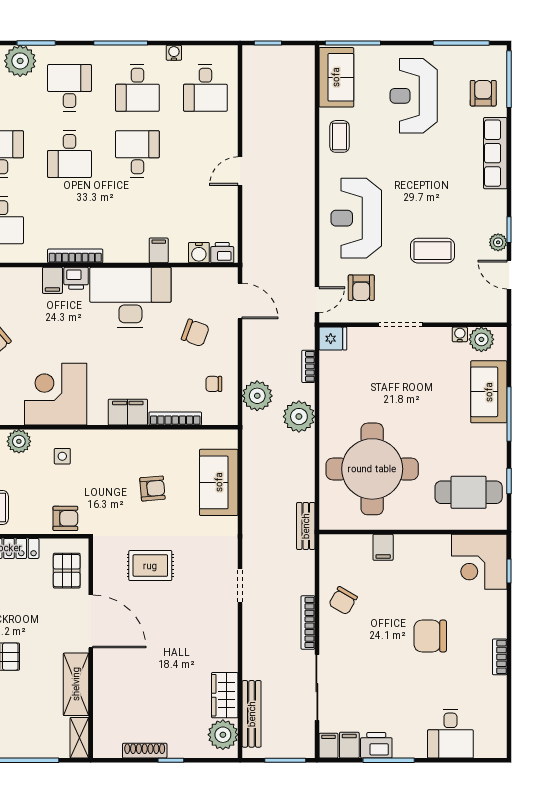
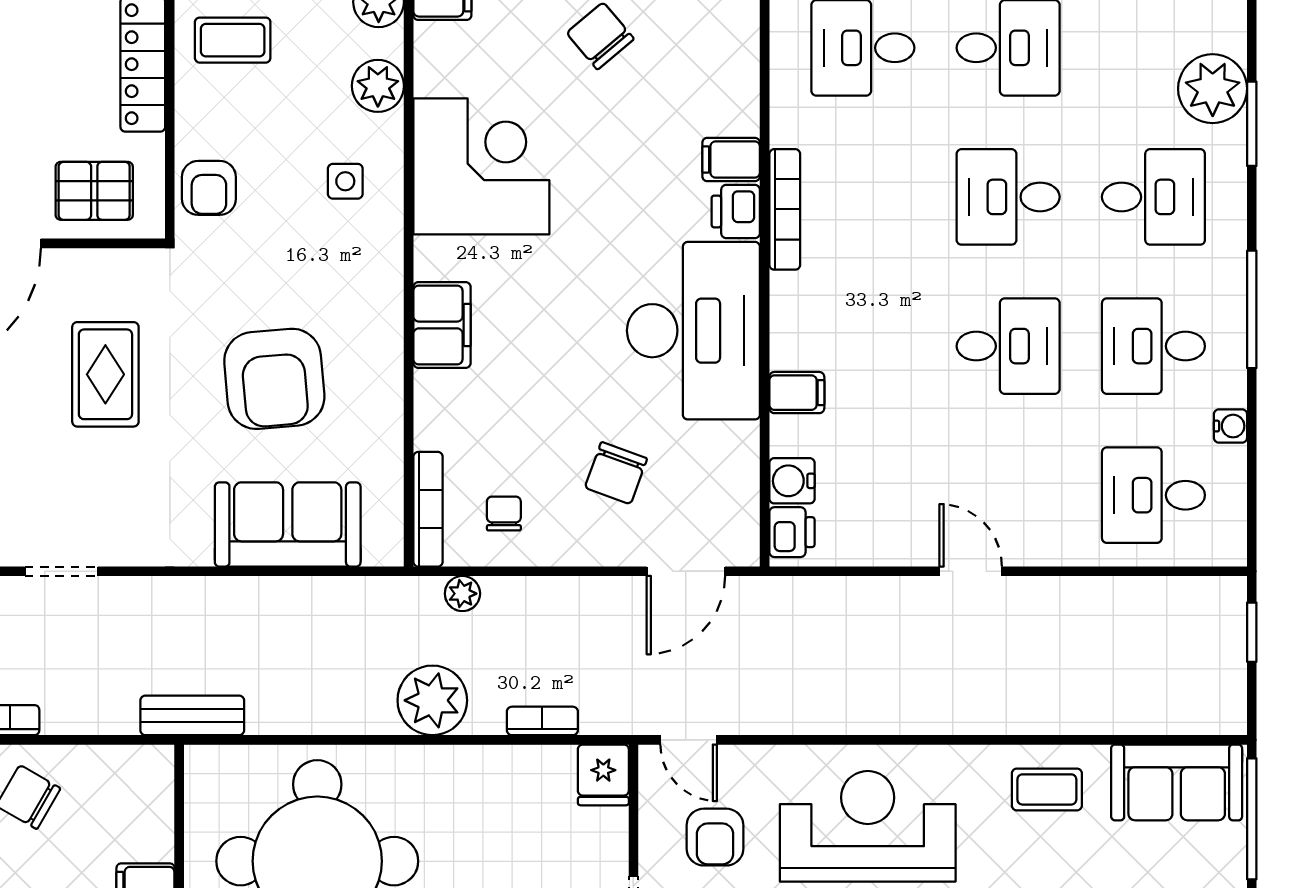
armchair: (361, 288) -> (715, 837), turned -90
plant: (257, 396) -> (462, 594), width x0.53, depth x0.53
bookcase: (175, 418) -> (428, 509), moved
armchair: (152, 489) -> (274, 379), width x1.88, depth x1.88

